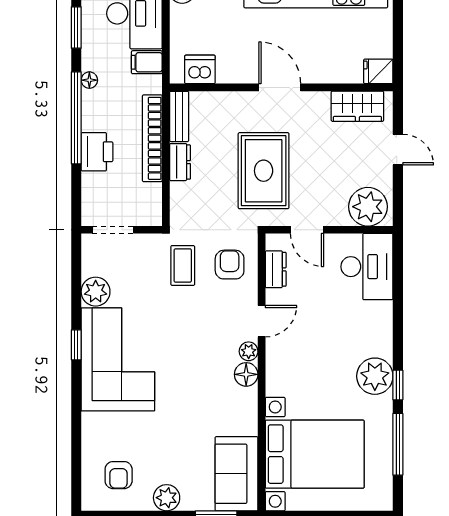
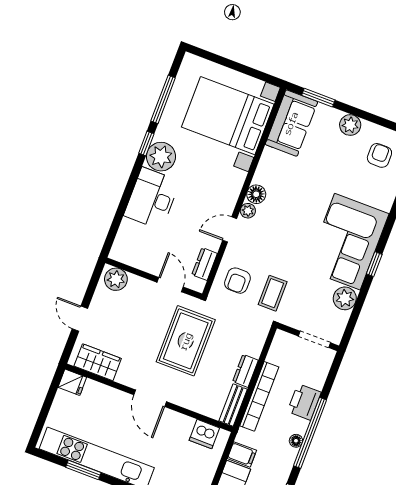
floor lamp: (89, 80) -> (296, 441), moved
plant: (368, 207) -> (116, 279), width x0.73, depth x0.73
desk: (367, 267) -> (152, 198), moved

